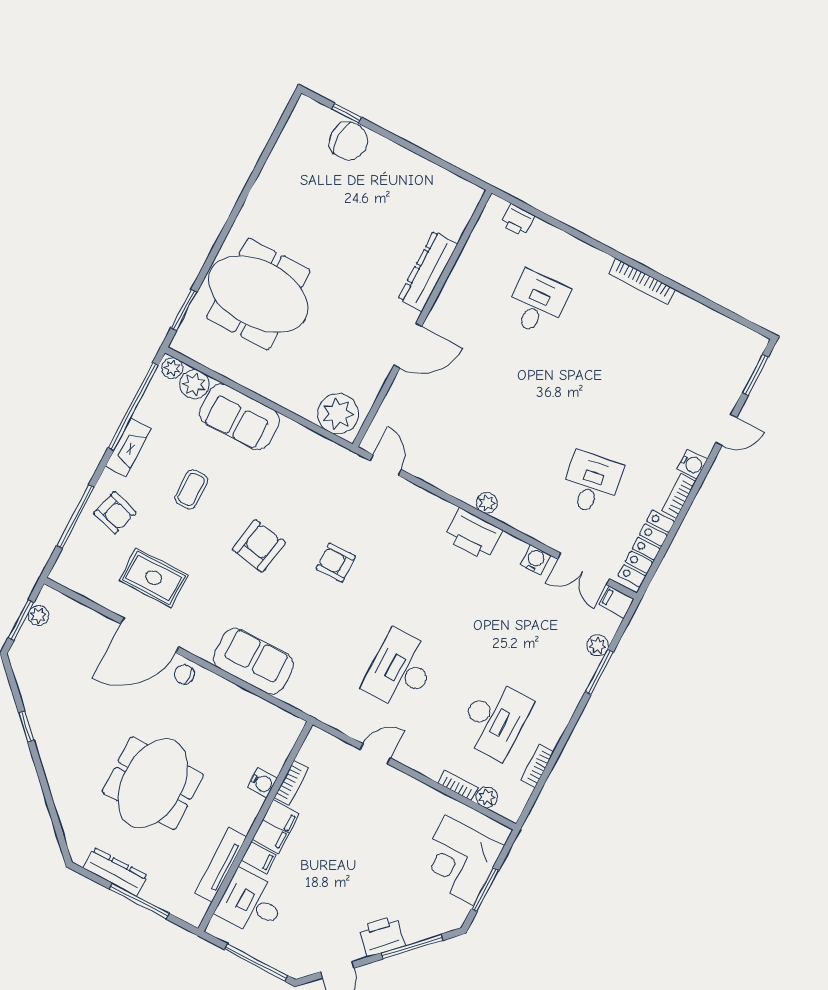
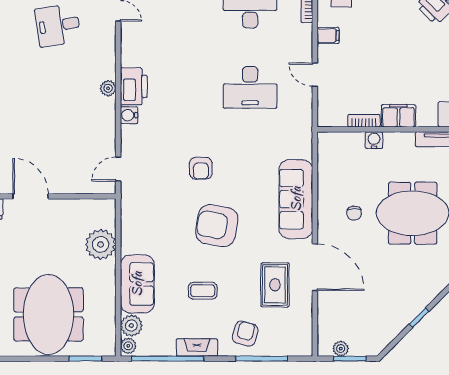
plant: (338, 414) -> (101, 244), moved
armchair: (259, 546) -> (217, 226), width x1.36, depth x1.36
water cooler: (535, 560) -> (129, 115), moved
sofa: (253, 661) -> (296, 199), width x1.36
chair: (184, 674) -> (354, 213), moved
filing cabinet: (259, 858) -> (328, 35), moved, turned 90

